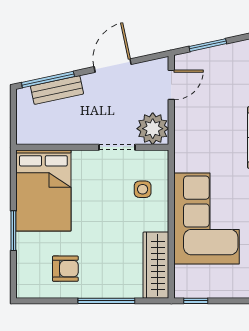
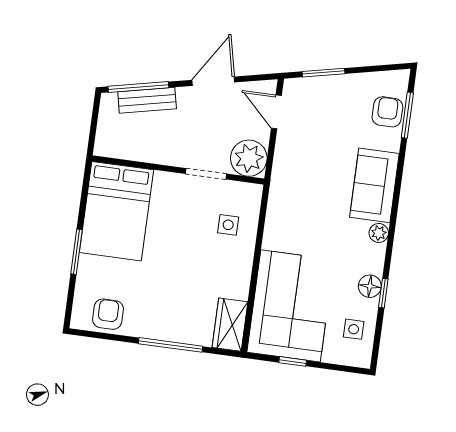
door: (171, 85) -> (276, 112), swing flipped
corner sofa: (207, 218) -> (290, 306), moved
wardrobe: (156, 265) -> (230, 325), width x0.67
armchair: (65, 269) -> (108, 314), moved, turned -90
window: (196, 301) -> (293, 361), moved

